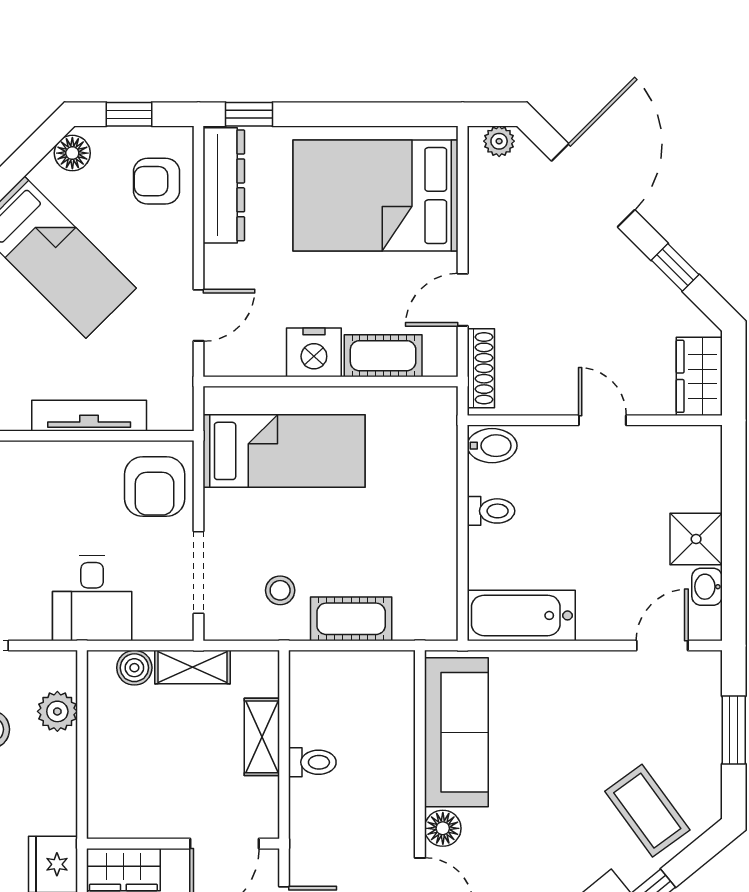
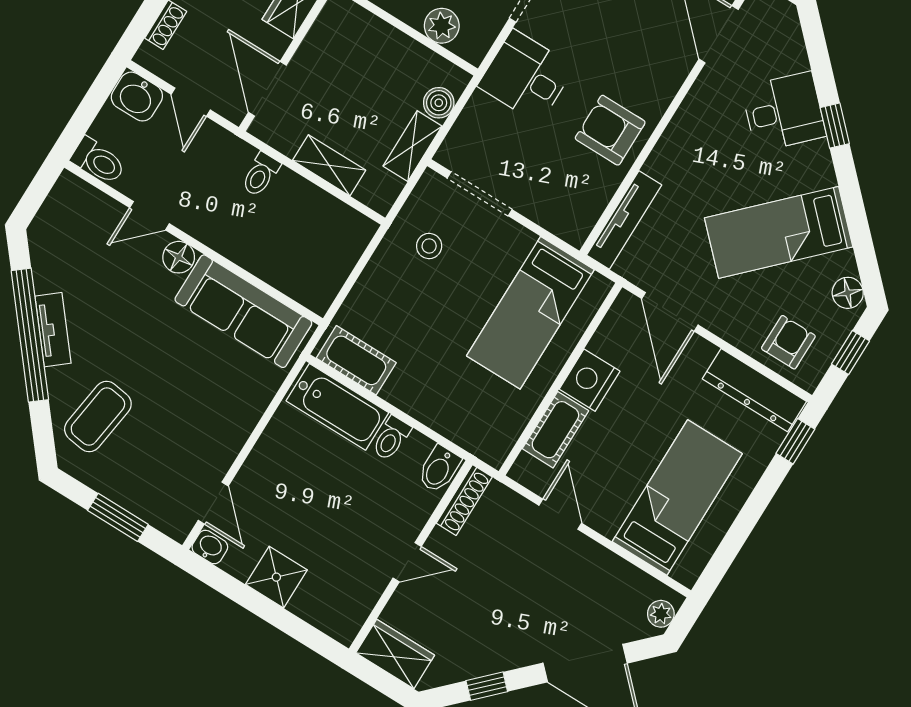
bed: (376, 196) -> (677, 498), width x0.67
door: (199, 315) -> (670, 312), width x1.38
shoe rack: (481, 368) -> (464, 500), moved, turned -90
tv unit: (89, 416) -> (624, 220), moved
armchair: (155, 486) -> (610, 130), moved
washbasin: (707, 587) -> (210, 547), moved
desk: (92, 598) -> (526, 77), moved
bathtub: (521, 615) -> (337, 407), moved, turned 90
cot: (351, 619) -> (356, 360), moved, turned 90
toilet: (312, 762) -> (261, 174), moved
coffee table: (647, 811) -> (98, 417), turned -46

